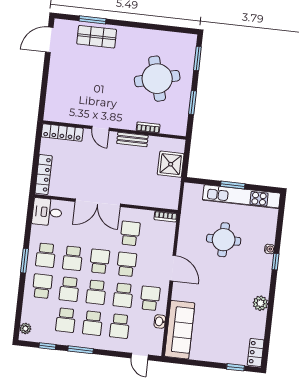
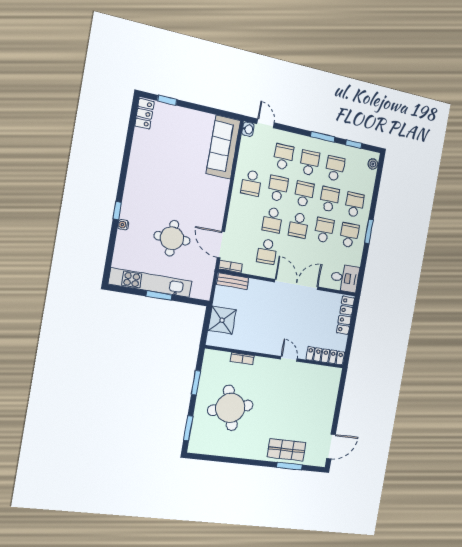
bench: (132, 139) -> (233, 281), moved
door: (173, 268) -> (221, 245), moved
school desk: (42, 286) -> (354, 205), turned 180
plant: (260, 303) -> (136, 167), removed
washbasin: (160, 321) -> (248, 129), moved

